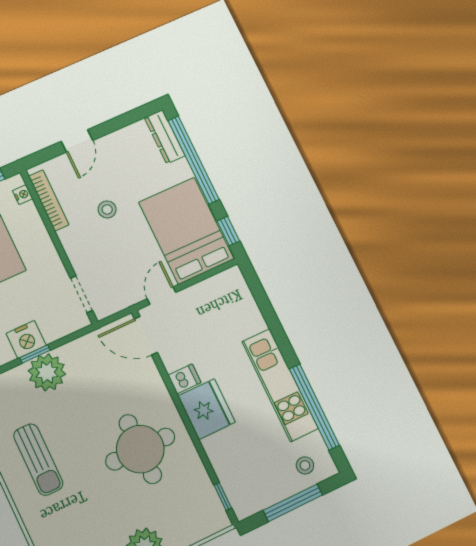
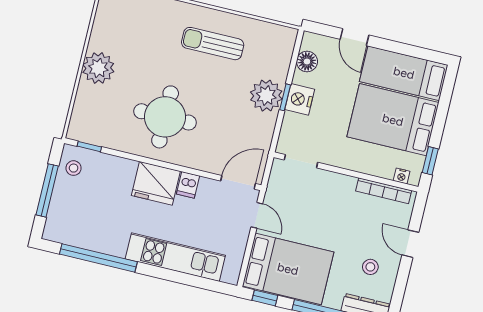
stool: (107, 209) -> (370, 267), moved
kitchen unit: (280, 385) -> (175, 257), moved
stool: (305, 465) -> (74, 168), moved

